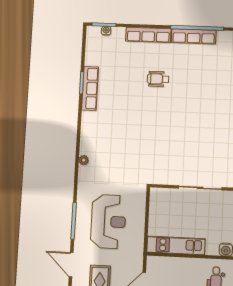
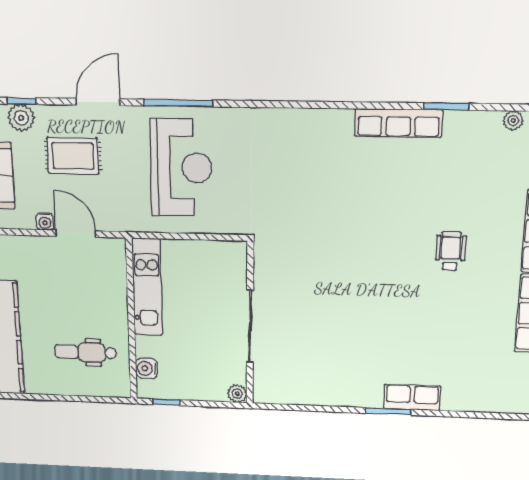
row of seats: (90, 88) -> (398, 123), moved
plant: (84, 160) -> (513, 120), moved
reception desk: (108, 222) -> (181, 168), turned -90

